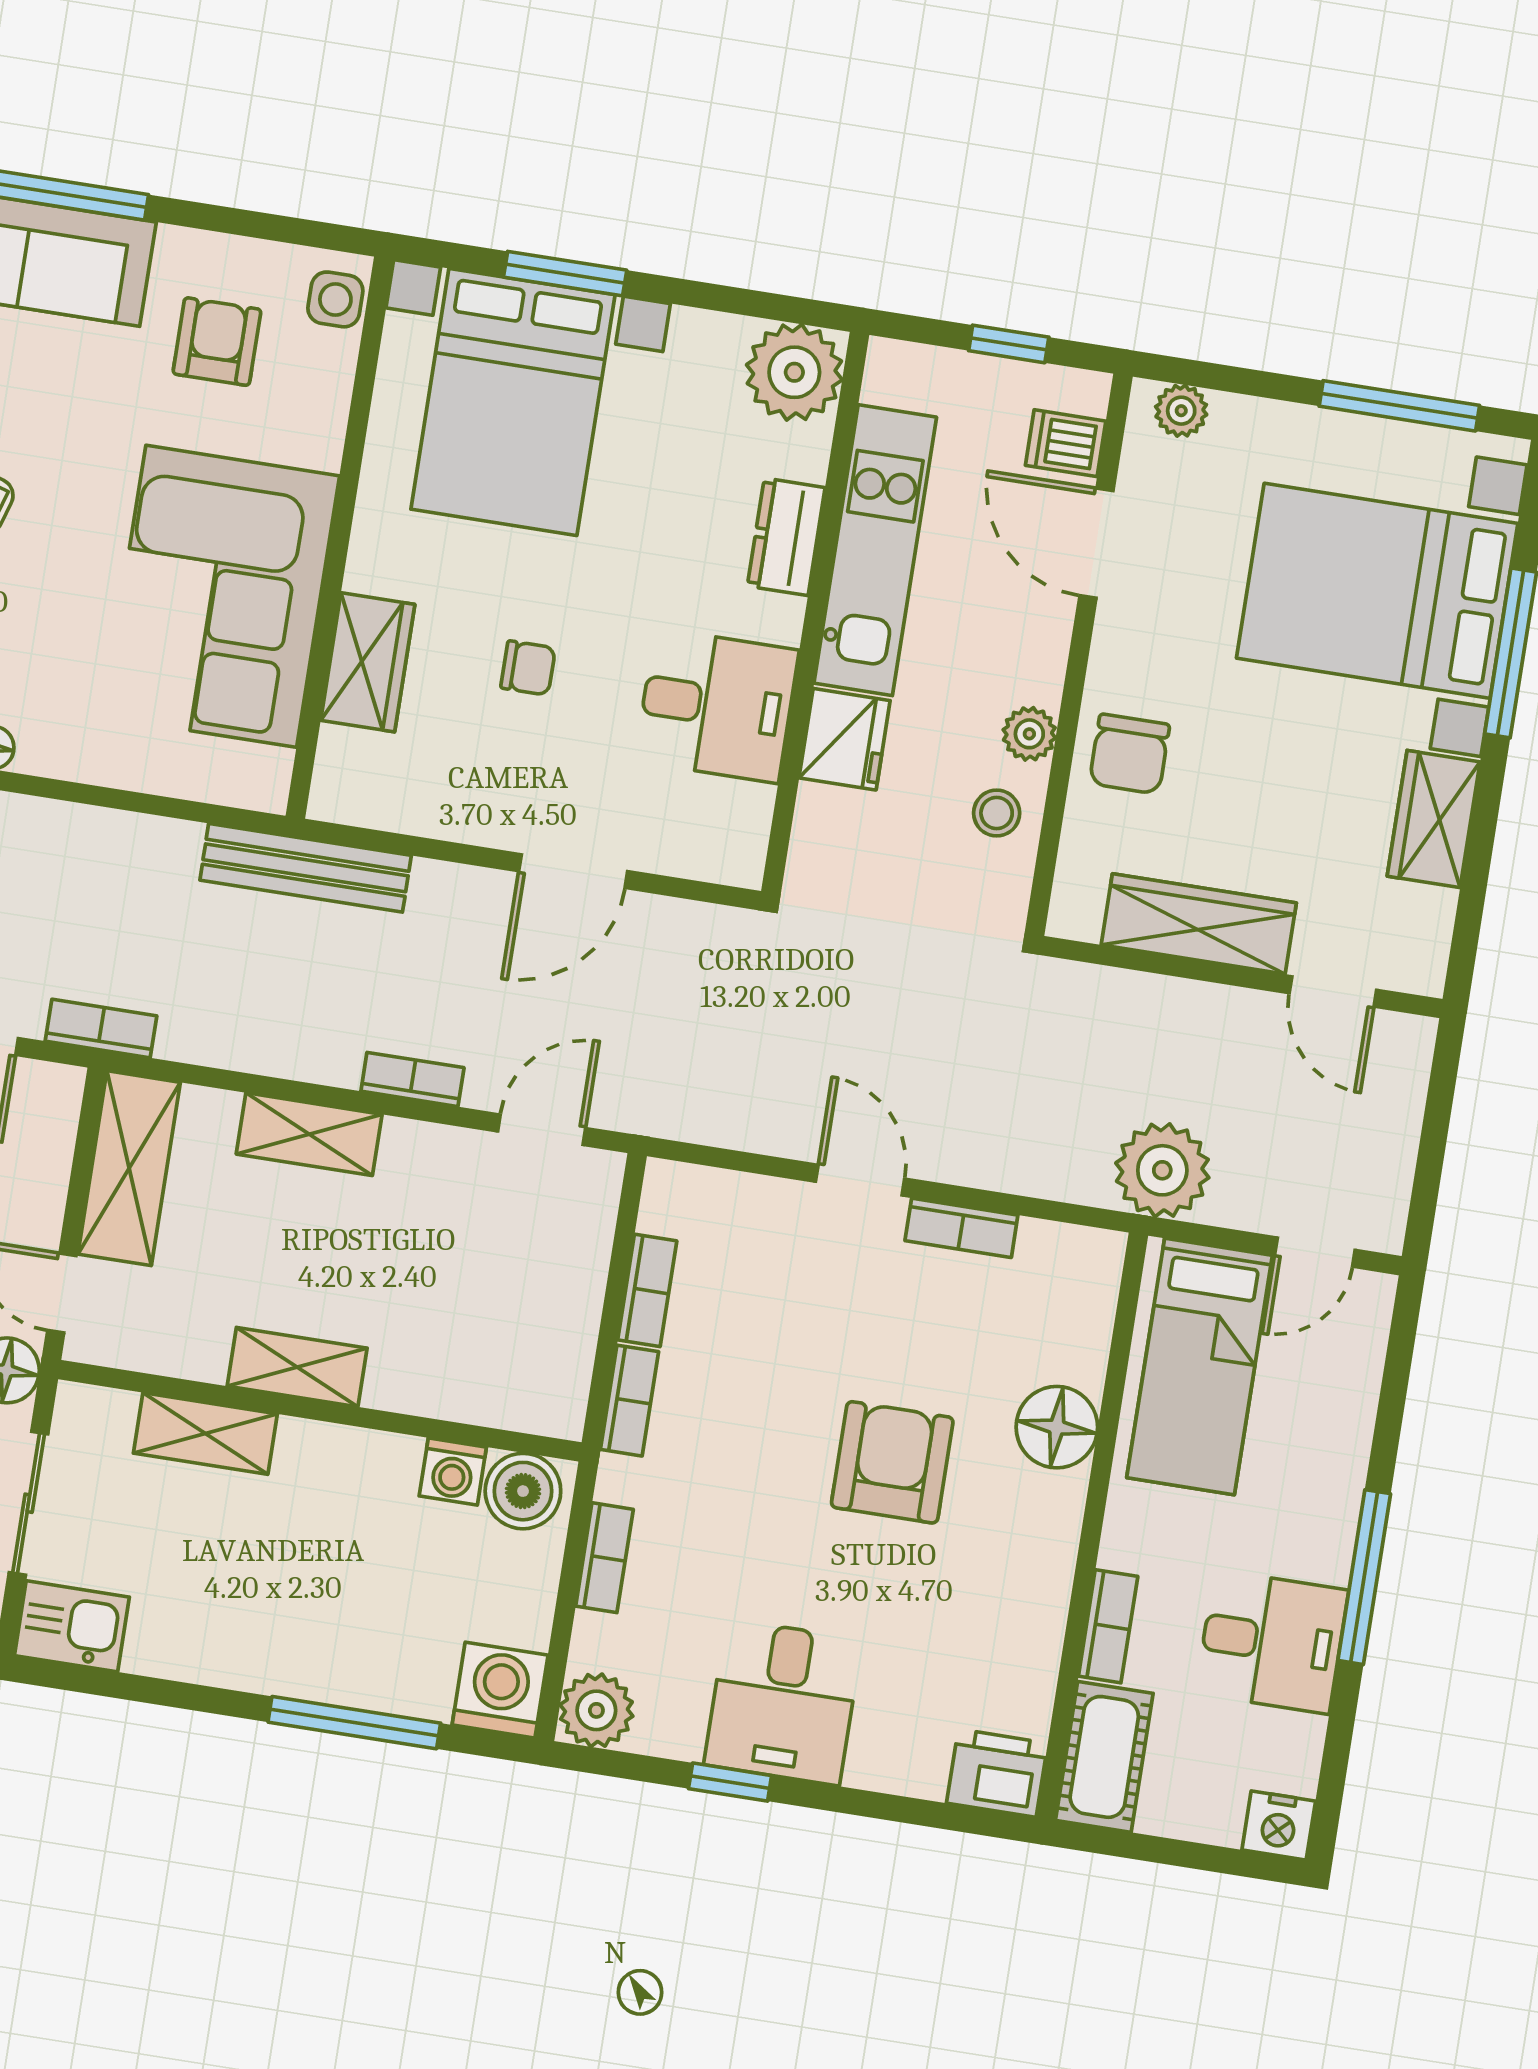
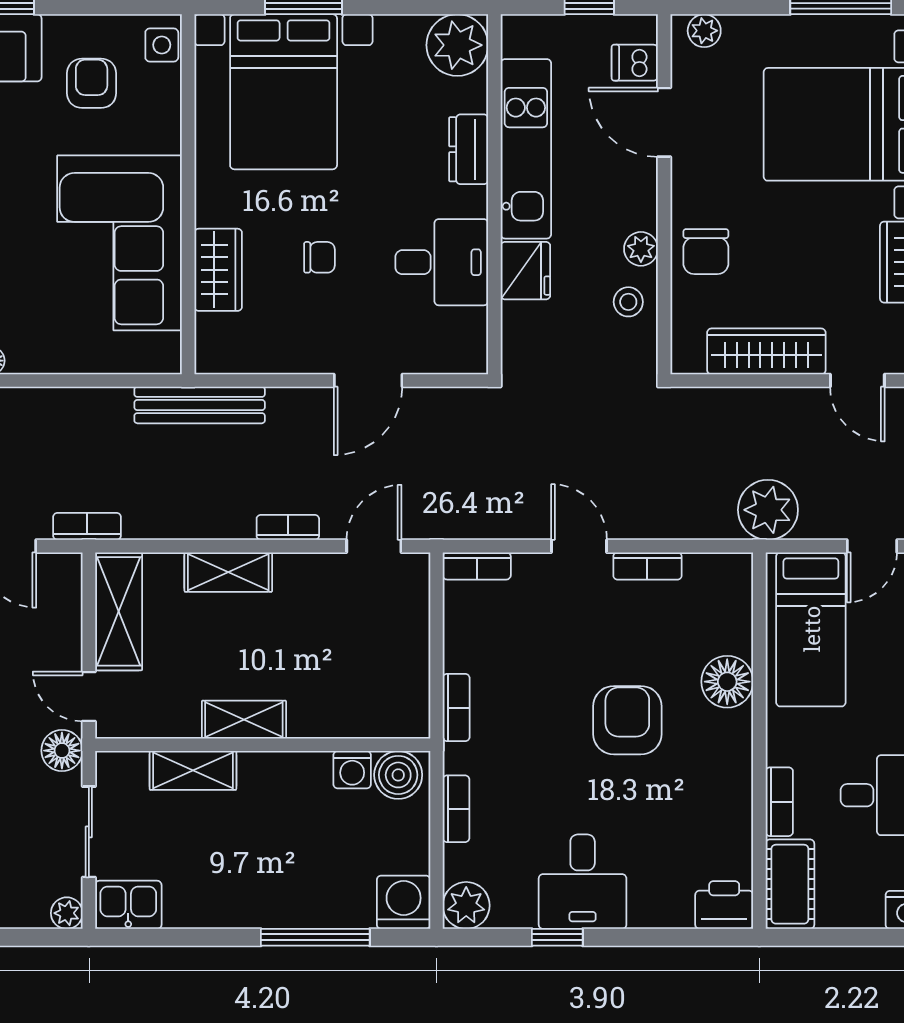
bookcase: (647, 1290) -> (477, 566), moved, turned 90

